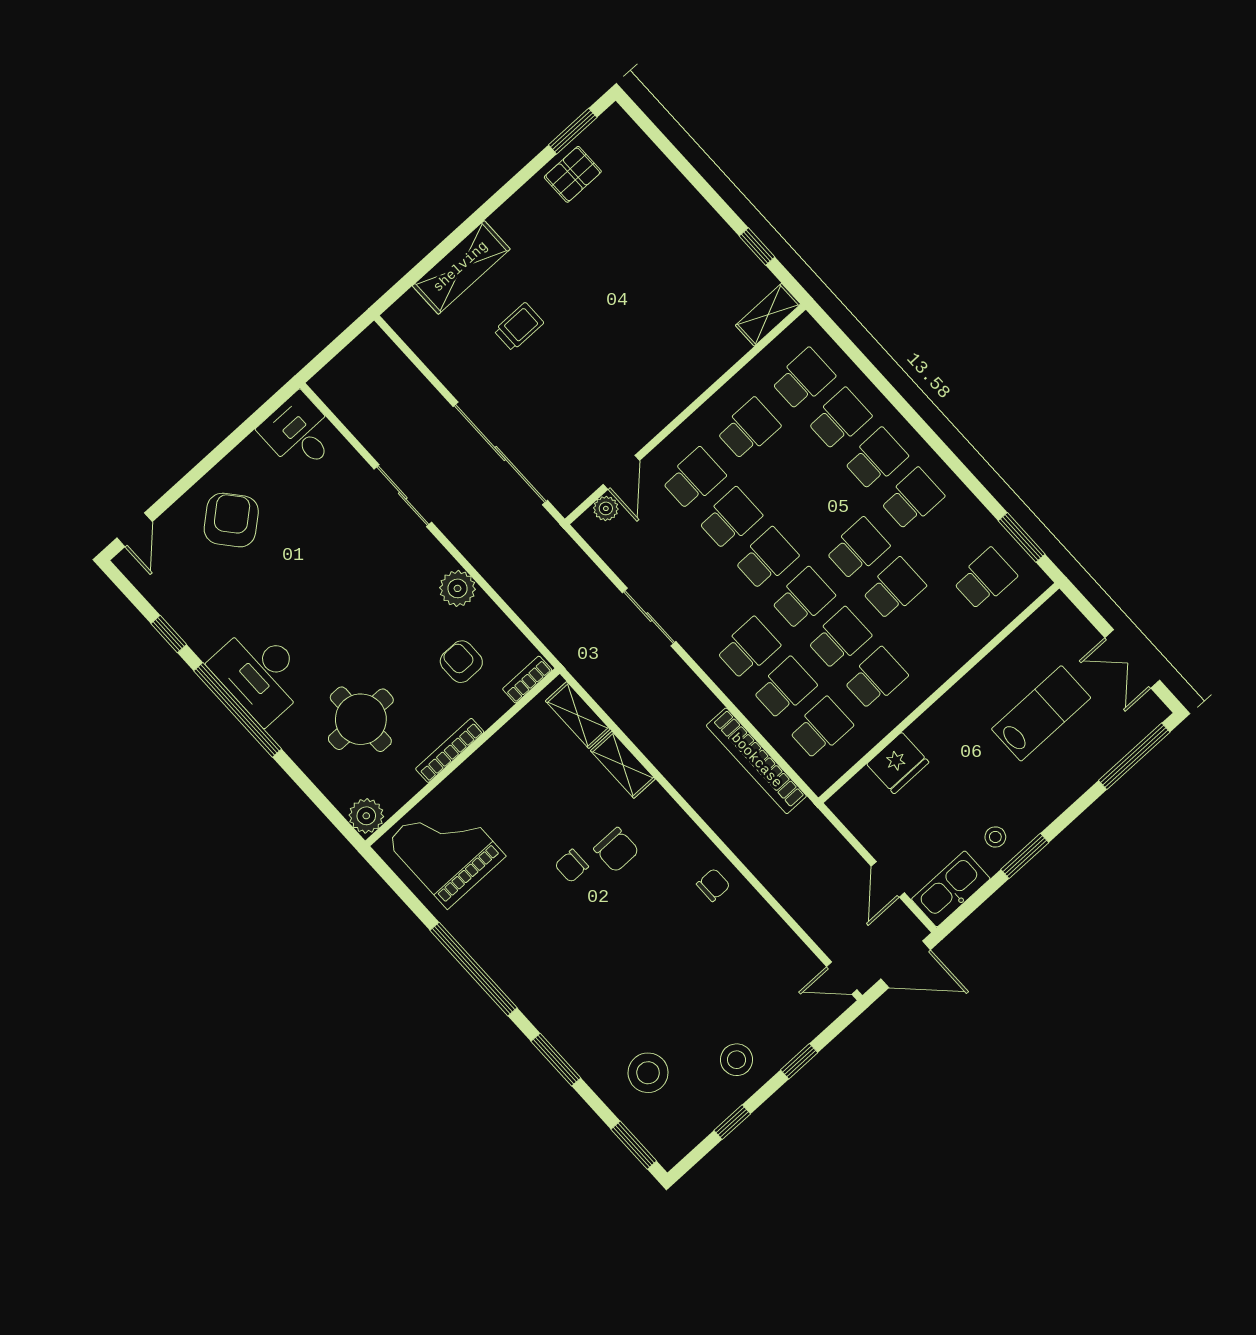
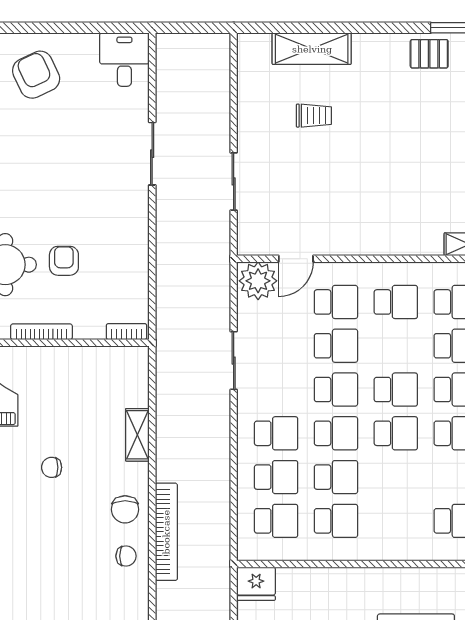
sliding door: (500, 453) -> (234, 181), width x0.54
plant: (606, 508) -> (258, 281), width x1.88, depth x1.88
armchair: (231, 520) -> (36, 75), turned -75
plant: (457, 588) -> (134, 239), removed
school desk: (894, 589) -> (396, 390), moved
armchair: (461, 662) -> (64, 261), moved
shelving: (578, 715) -> (137, 380), removed
bookcase: (756, 761) -> (166, 532), moved, turned 180
fridge: (898, 763) -> (256, 584), moved
chair: (616, 850) -> (125, 509), moved

